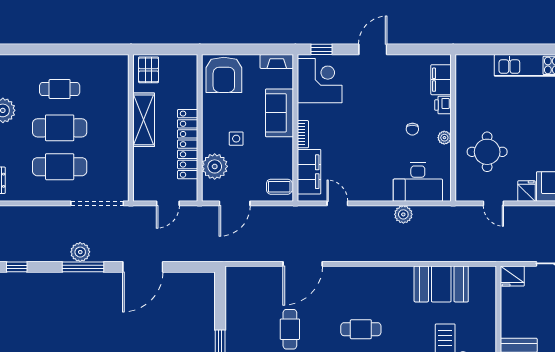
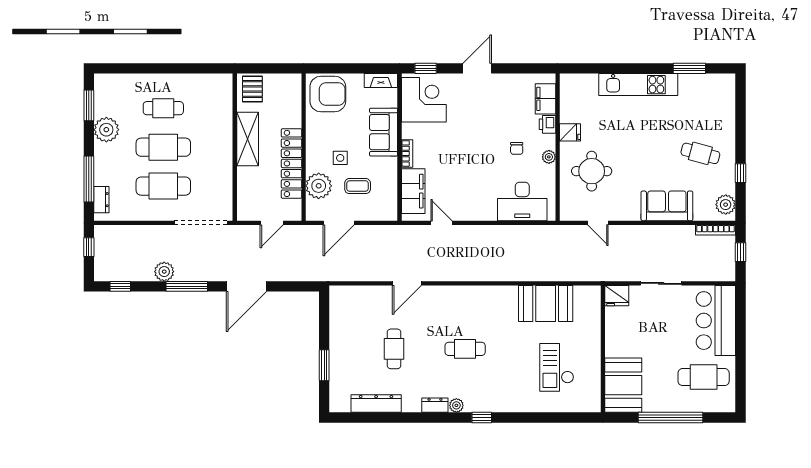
armchair: (224, 75) -> (328, 94), turned -90
coffee table: (279, 187) -> (358, 186), moved
fridge: (527, 191) -> (570, 132), moved, turned 90
plant: (403, 214) -> (508, 234), removed
plant: (80, 252) -> (164, 272), moved
door: (303, 264) -> (407, 283), width x0.73

